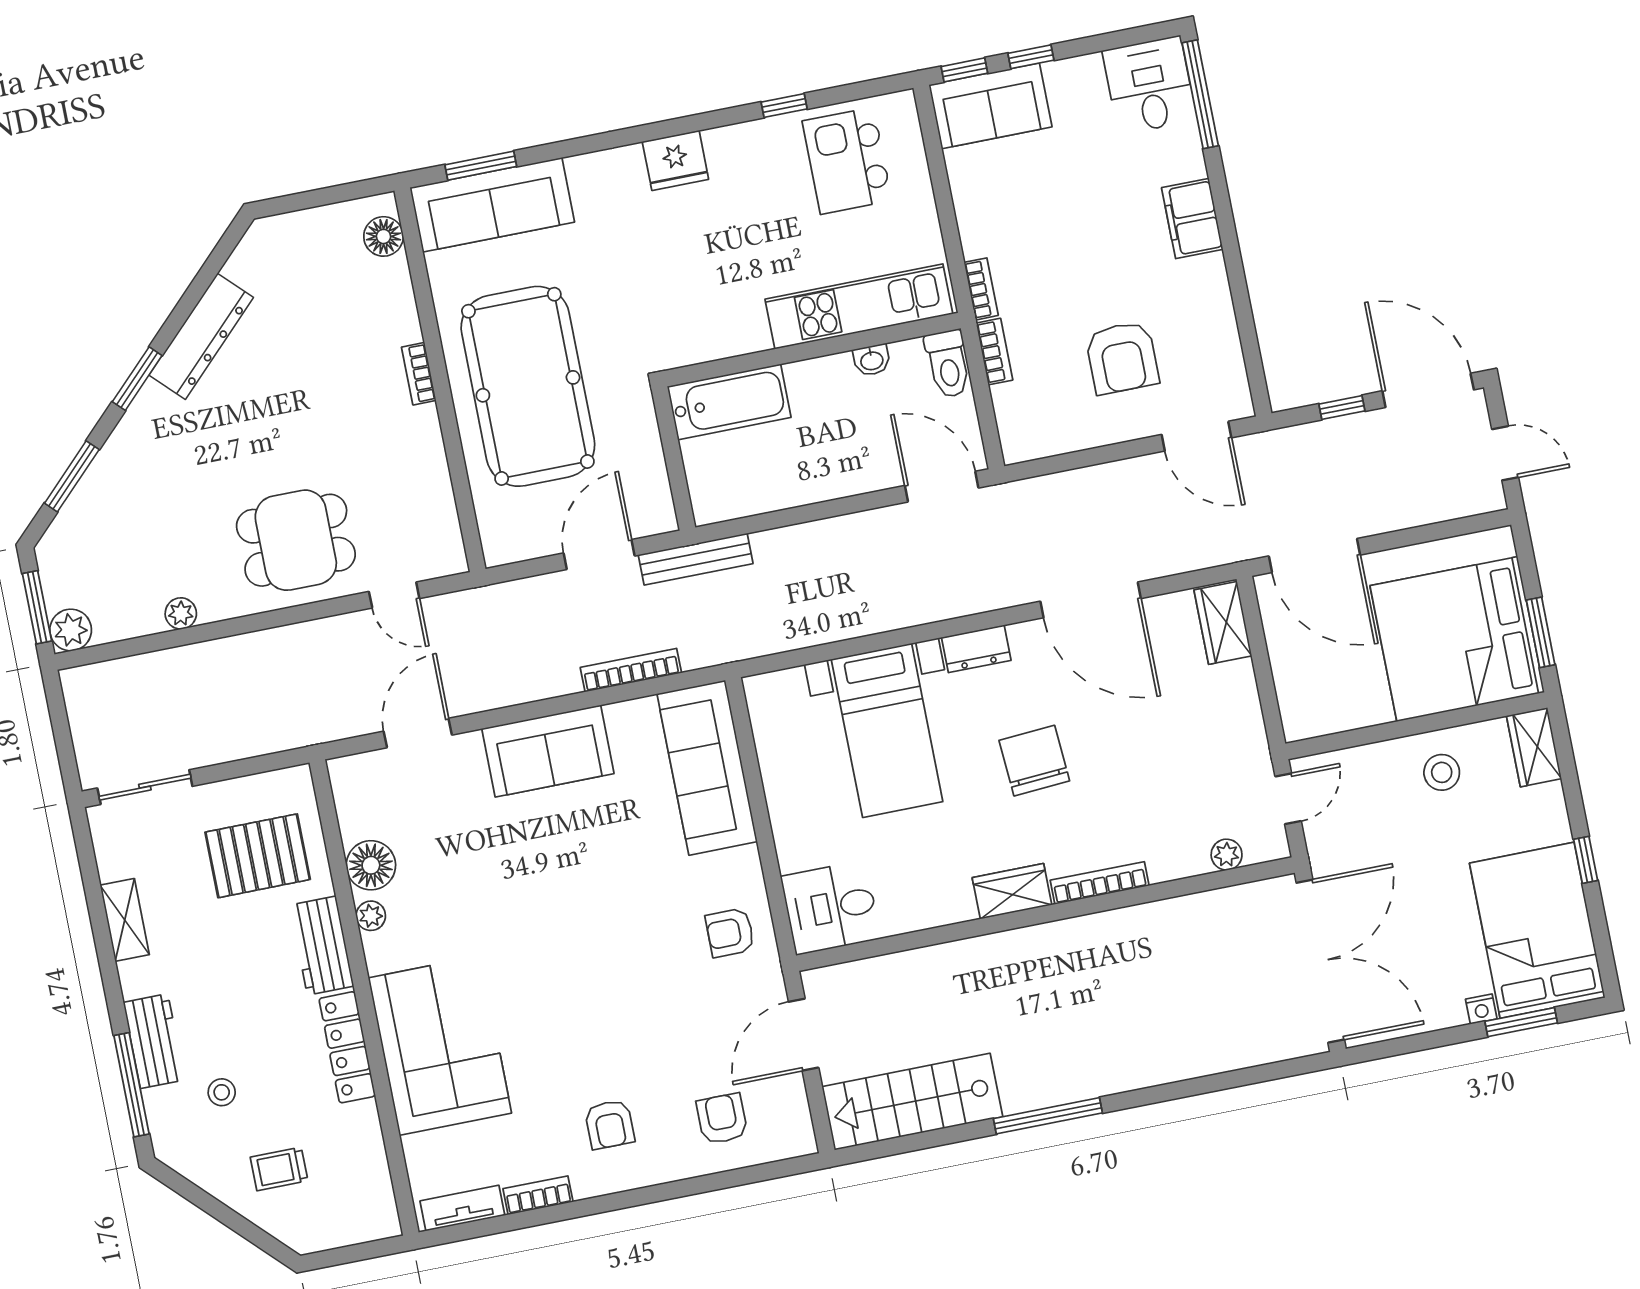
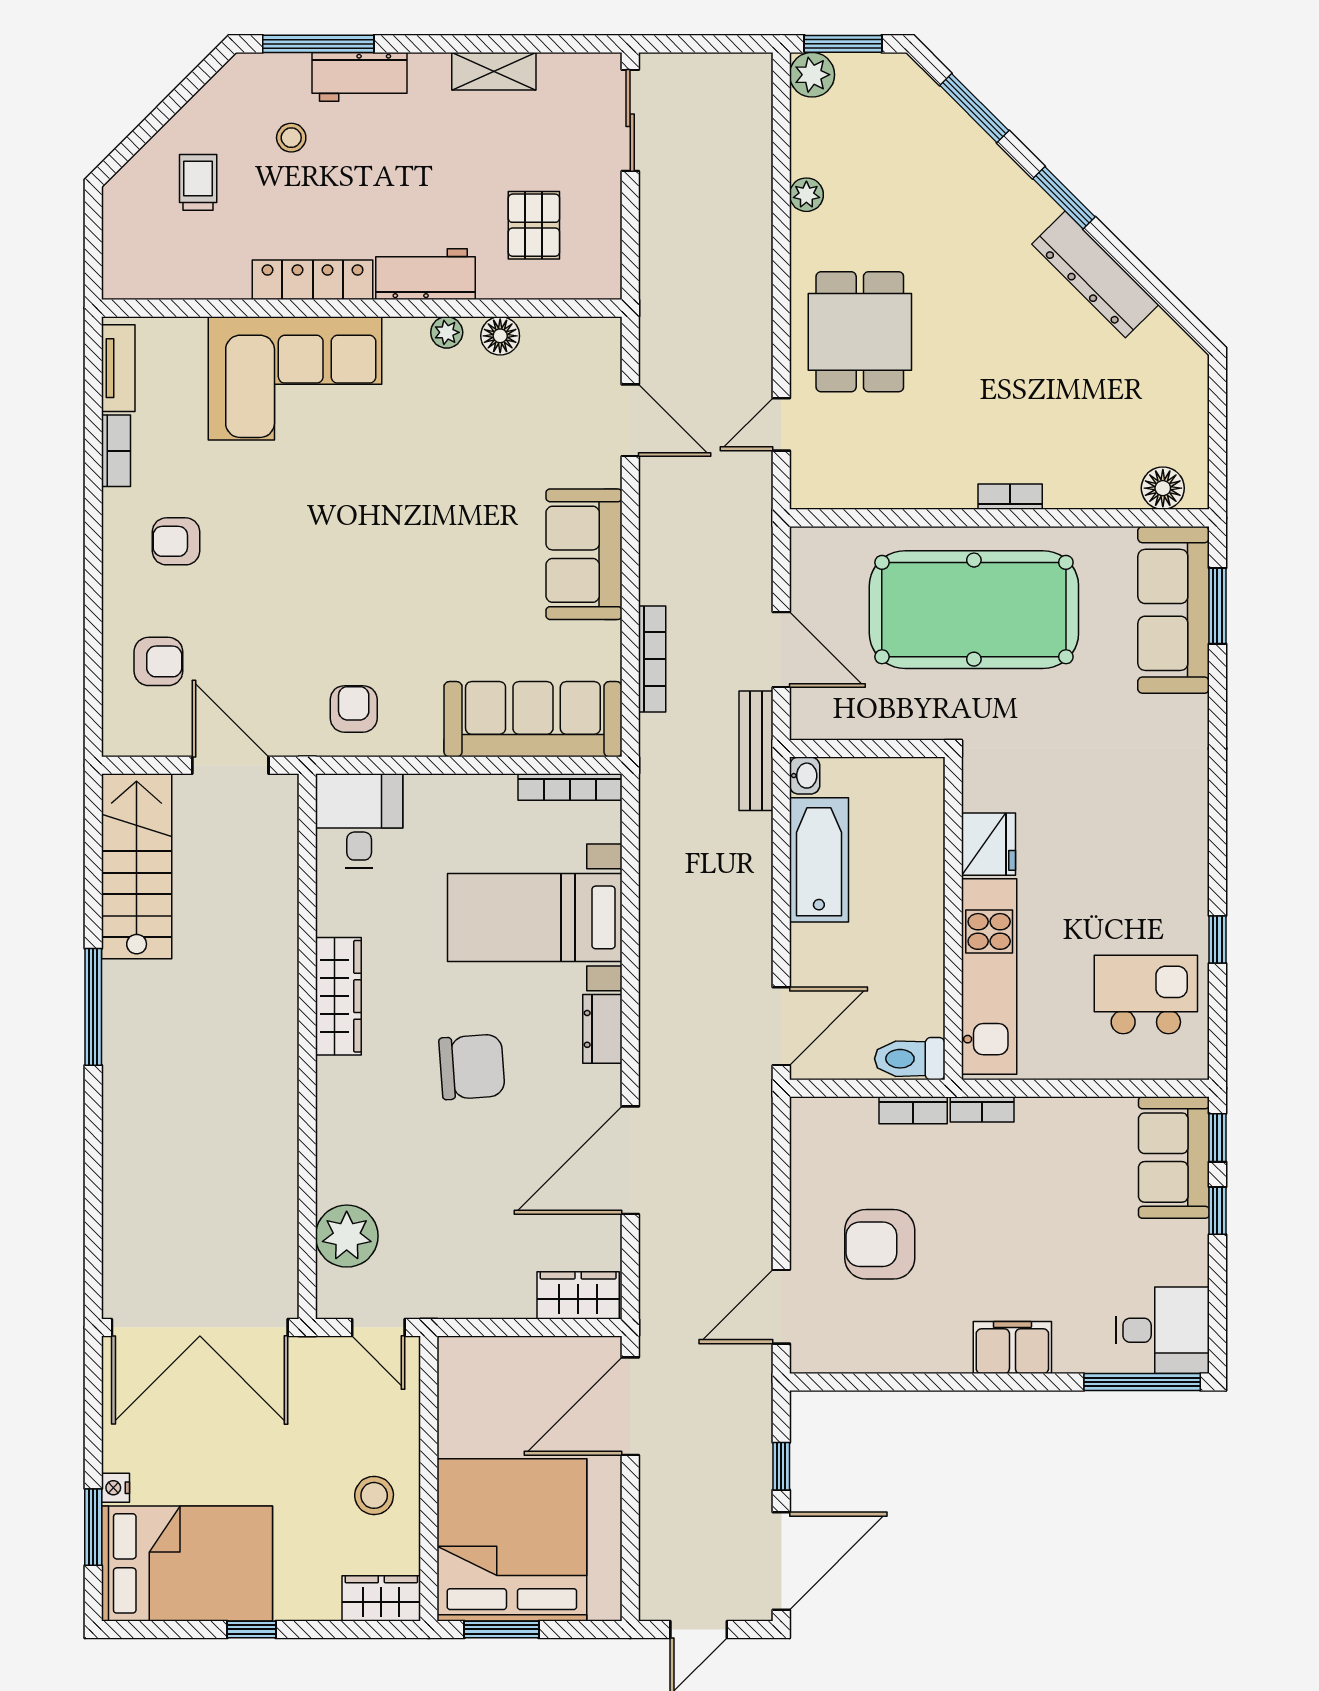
fridge: (675, 160) -> (988, 844), moved, turned 180
washbasin: (872, 360) -> (805, 776), moved, turned 180
bathtub: (729, 402) -> (819, 860), moved, turned 180
plant: (1227, 855) -> (347, 1236), width x1.88, depth x1.88
pallet: (258, 856) -> (534, 225), width x0.67, depth x0.71
floor lamp: (371, 865) -> (500, 336), width x0.73, depth x0.73
bookcase: (1100, 883) -> (570, 787), moved, turned 90
wardrobe: (1012, 891) -> (338, 996), width x1.50

